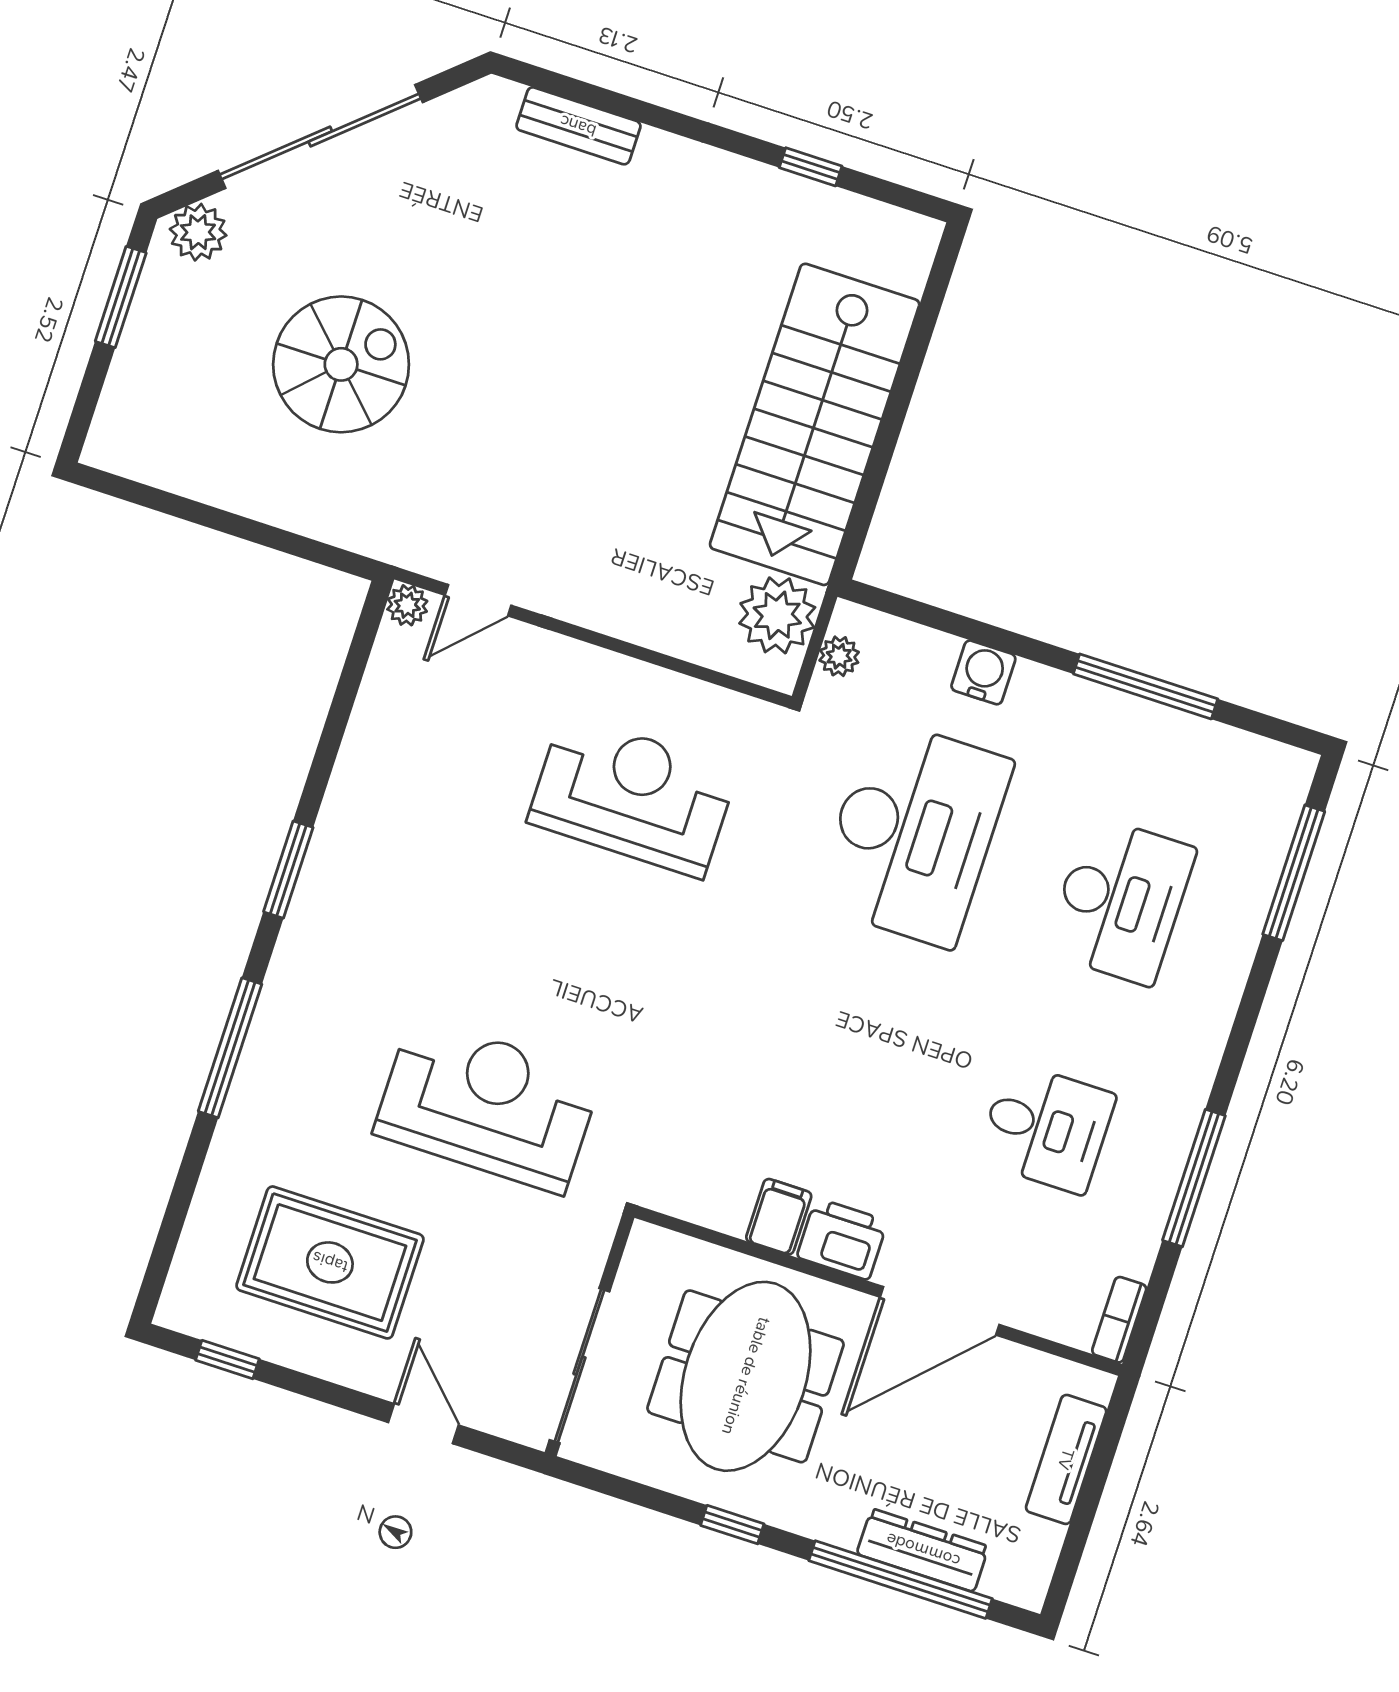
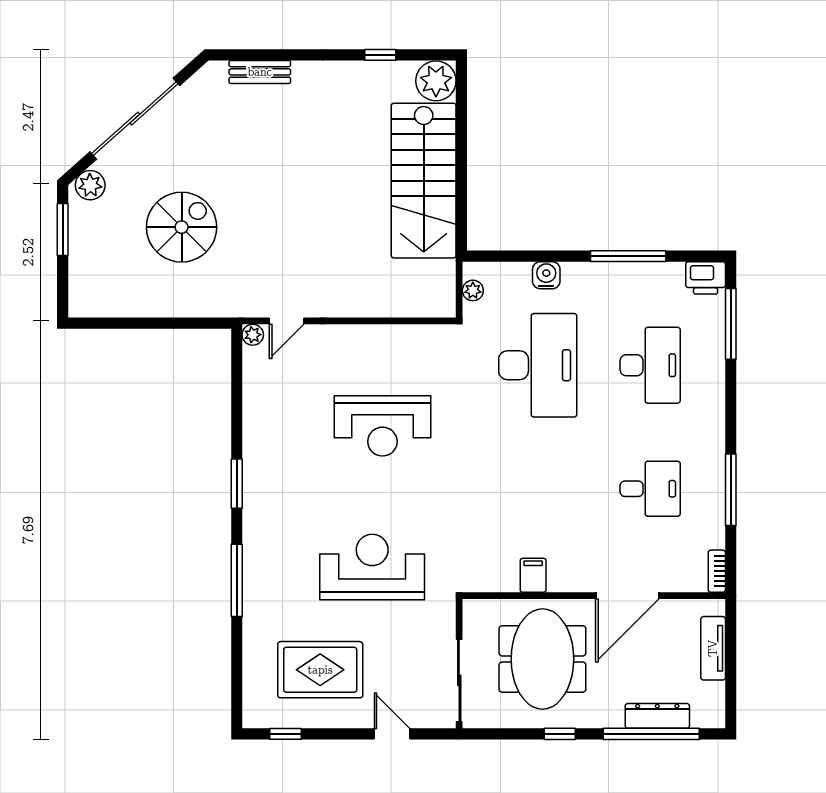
plant: (777, 615) -> (436, 81), moved
reception desk: (633, 796) -> (382, 426), moved, turned 180
printer: (842, 1239) -> (706, 278), moved, turned 180

